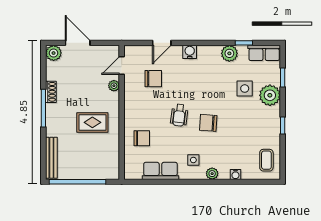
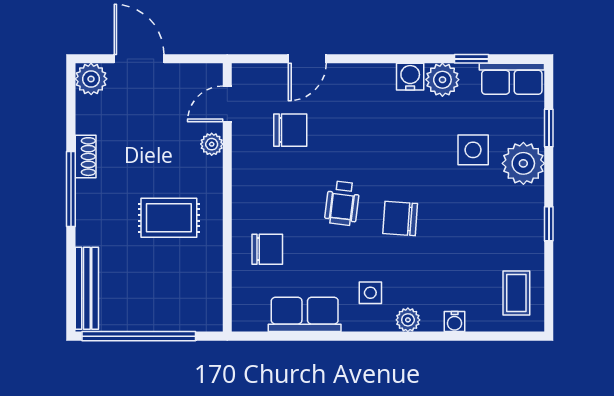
water cooler: (190, 52) -> (410, 77), moved

